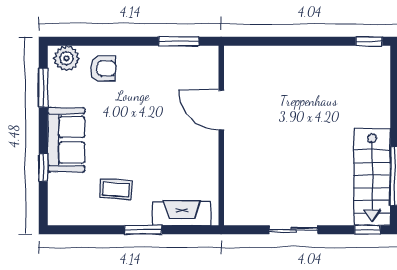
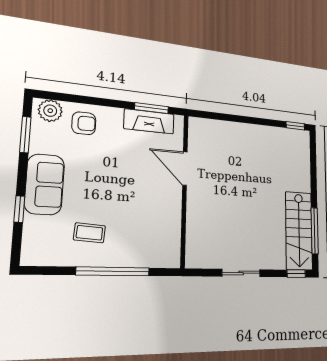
fireplace: (182, 213) -> (149, 121), moved, turned 180
window: (143, 230) -> (113, 271), width x2.11

